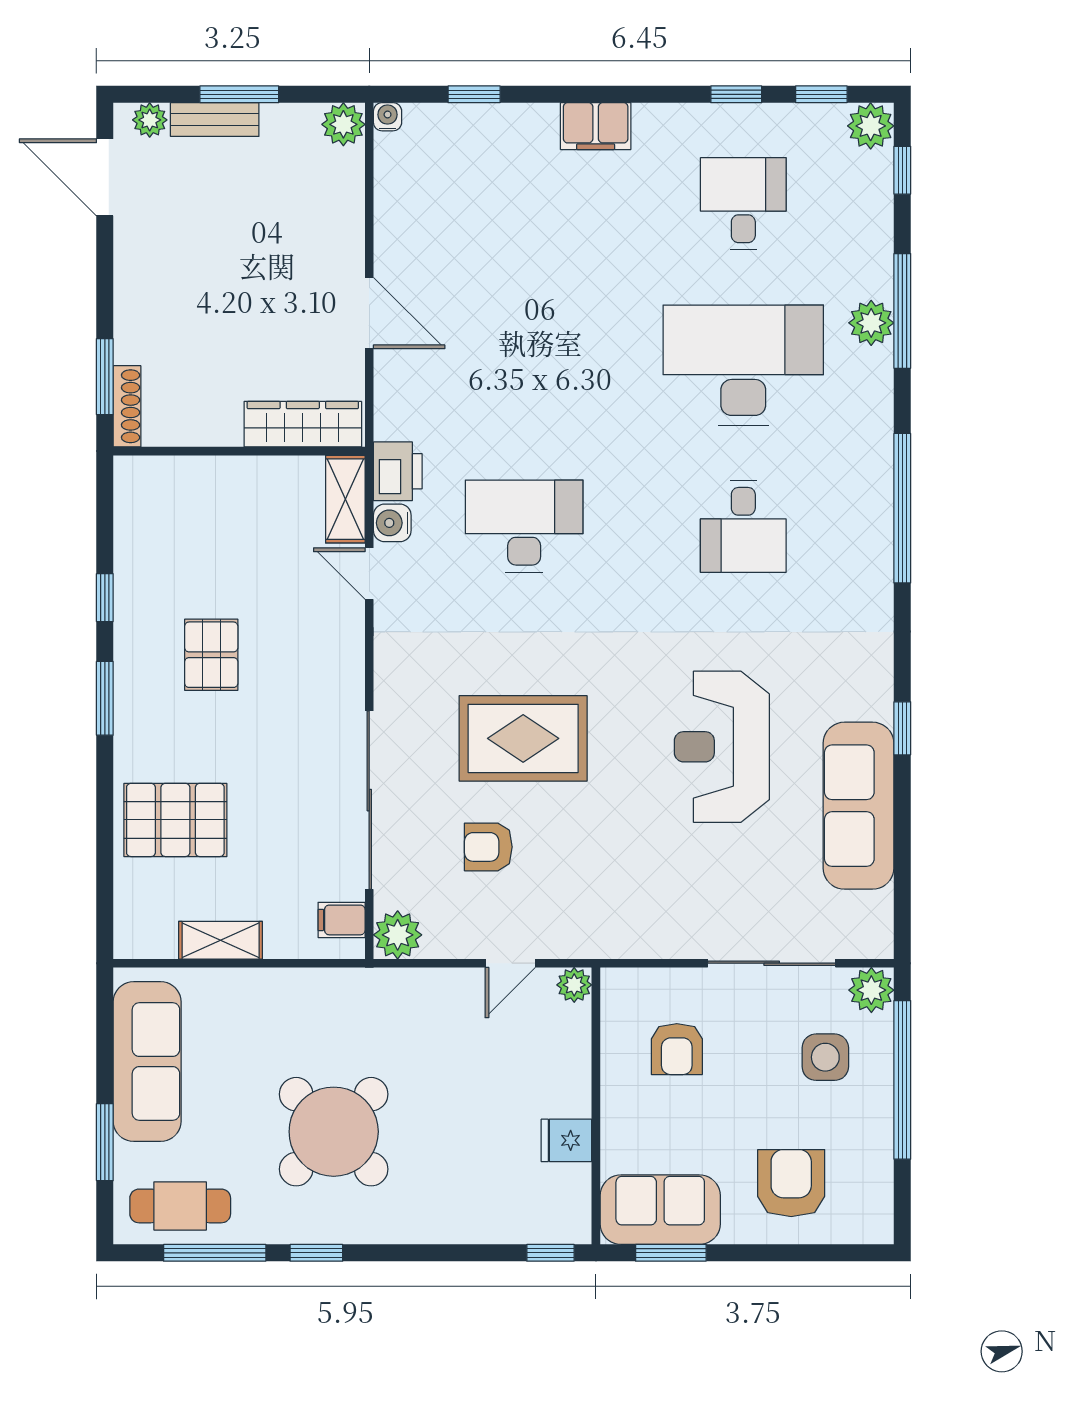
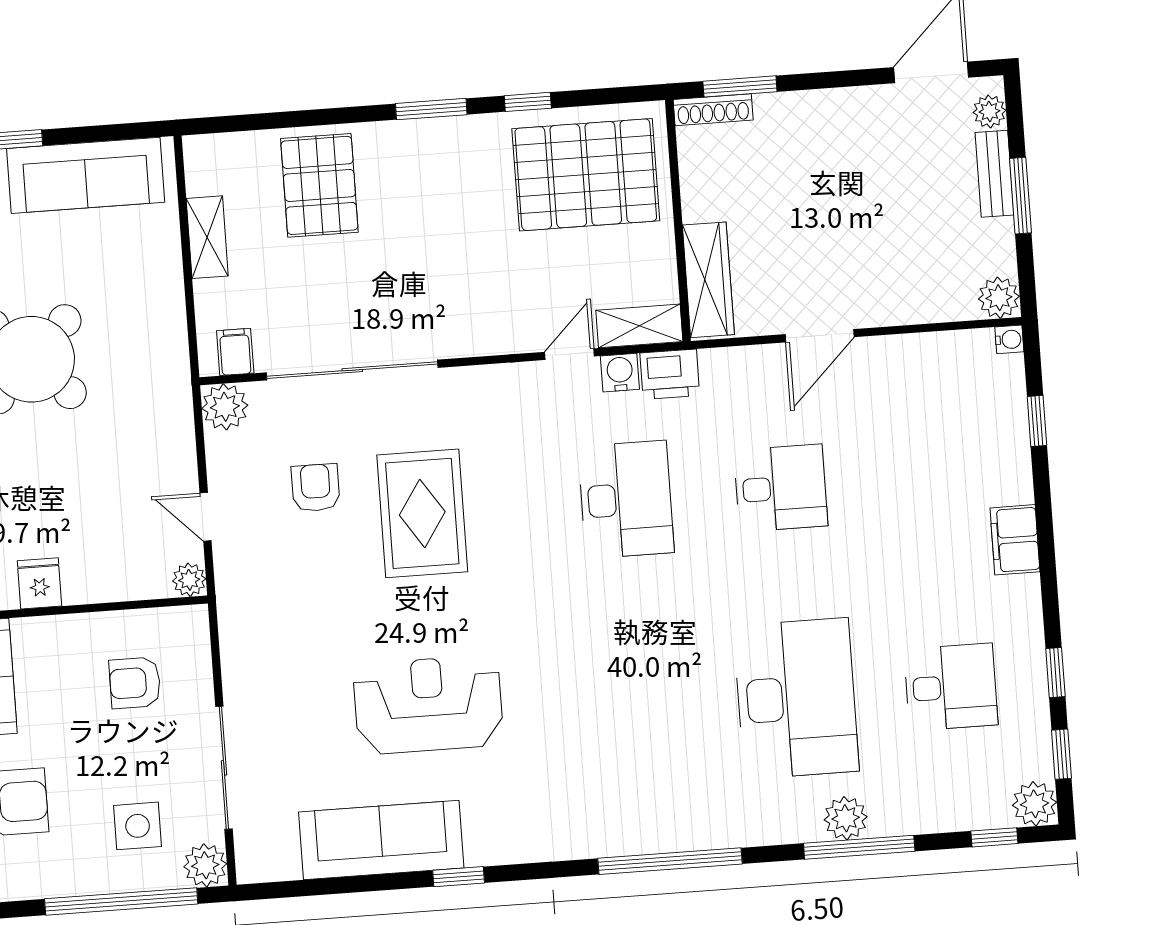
desk: (743, 526) -> (781, 488), moved, turned 180
pallet: (211, 655) -> (586, 175), moved, width x2.05, depth x2.00

